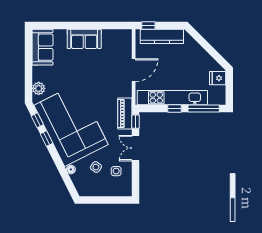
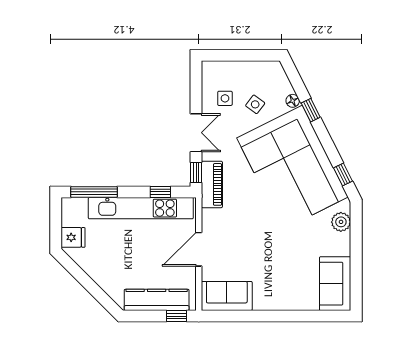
sofa: (84, 39) -> (227, 296), moved
window: (174, 109) -> (160, 192), moved
window: (46, 138) -> (311, 110), moved

